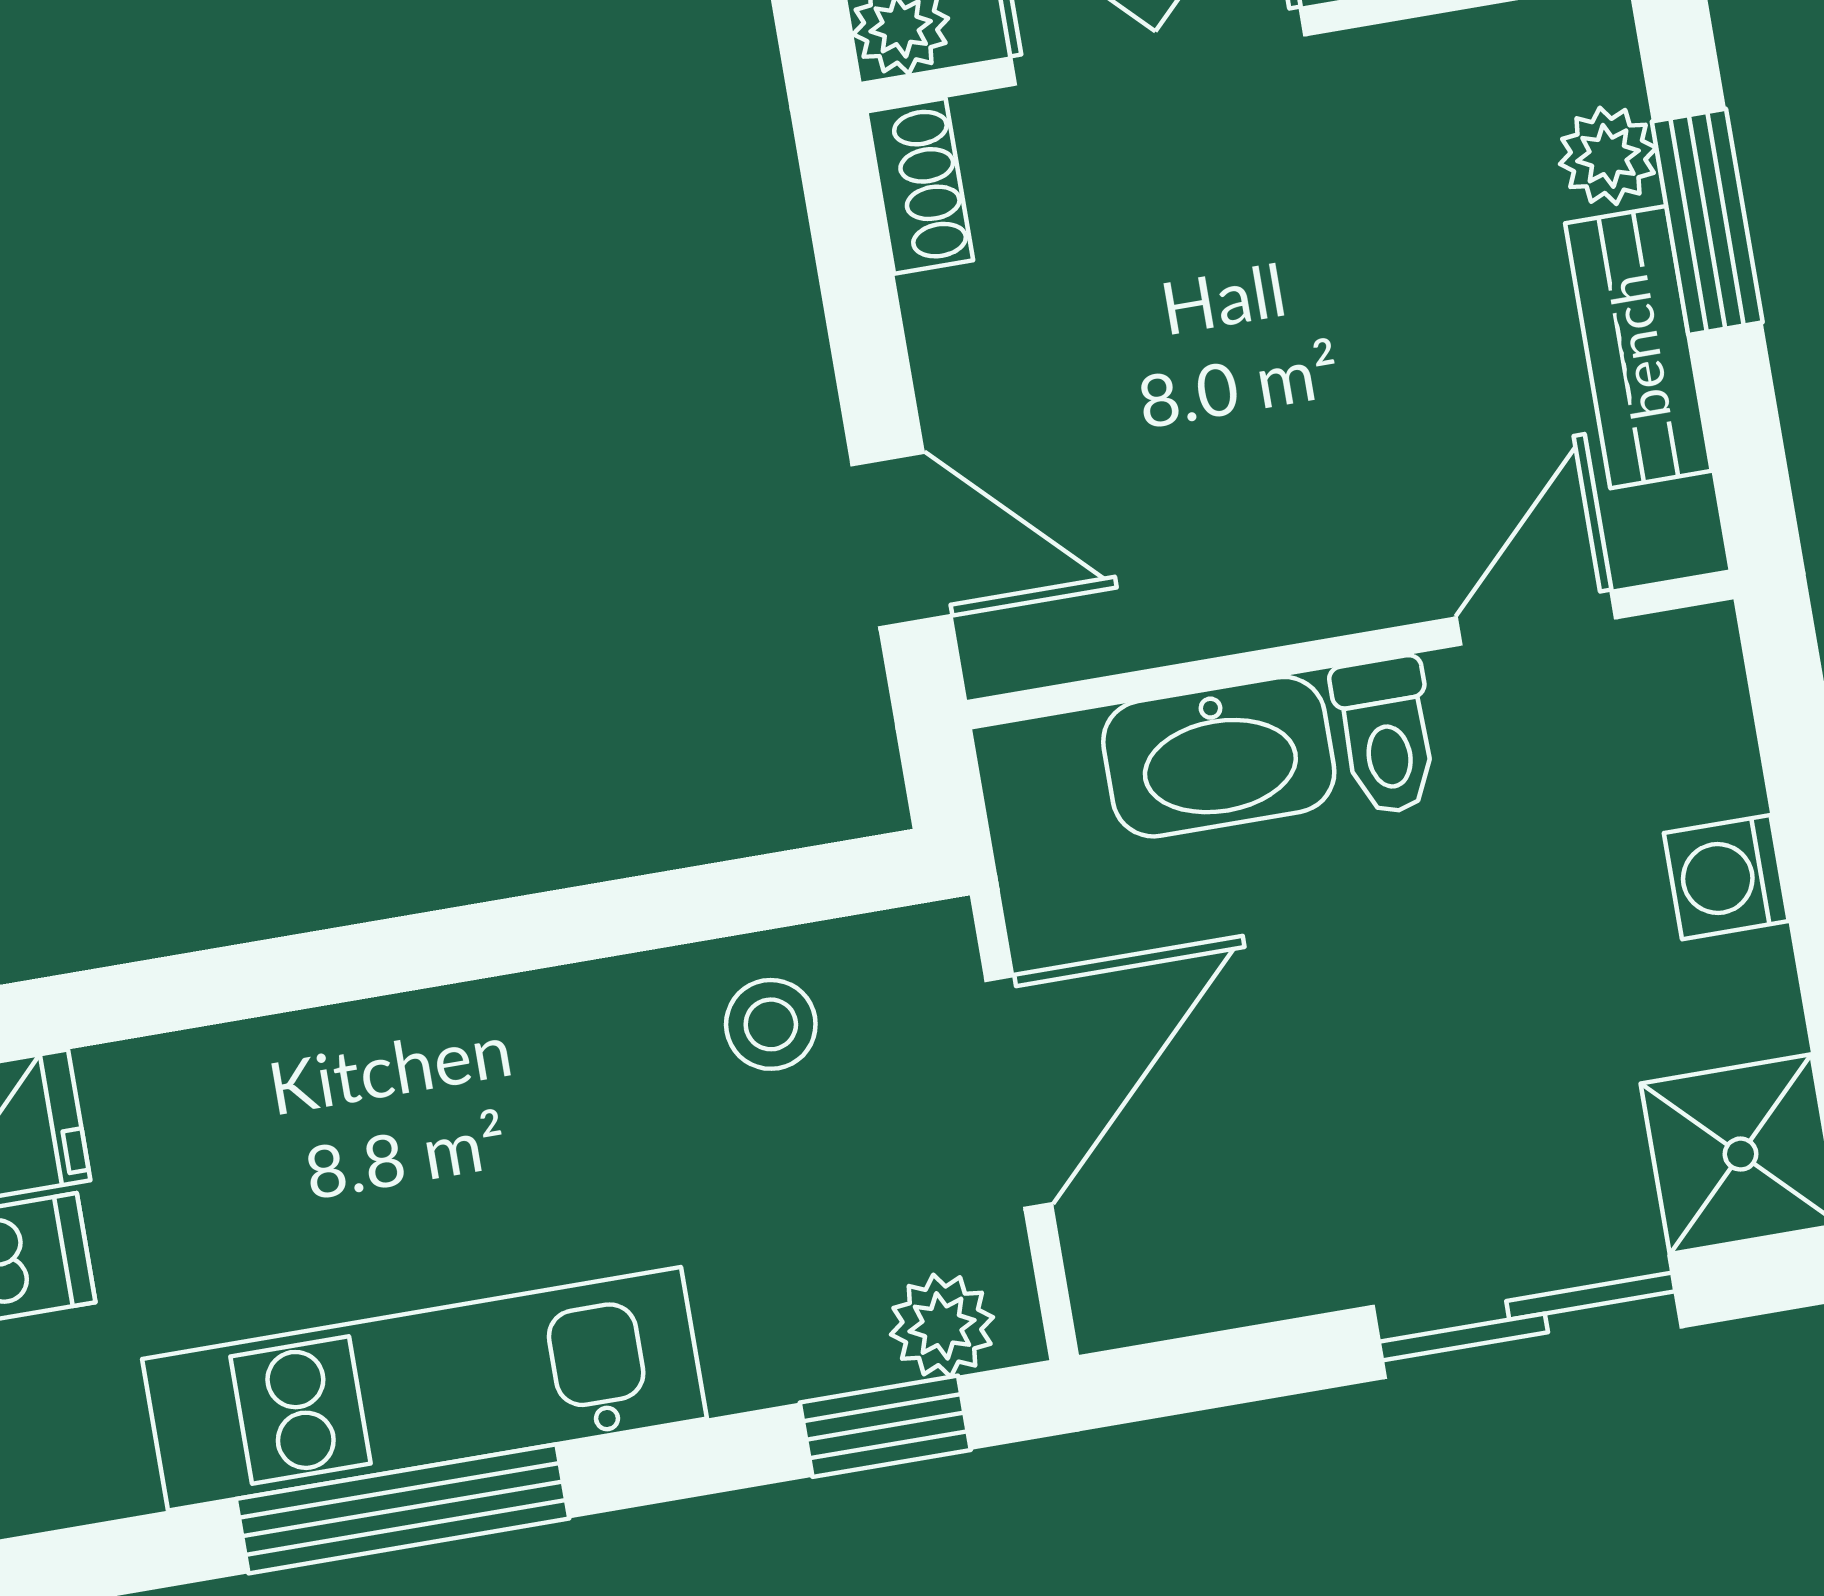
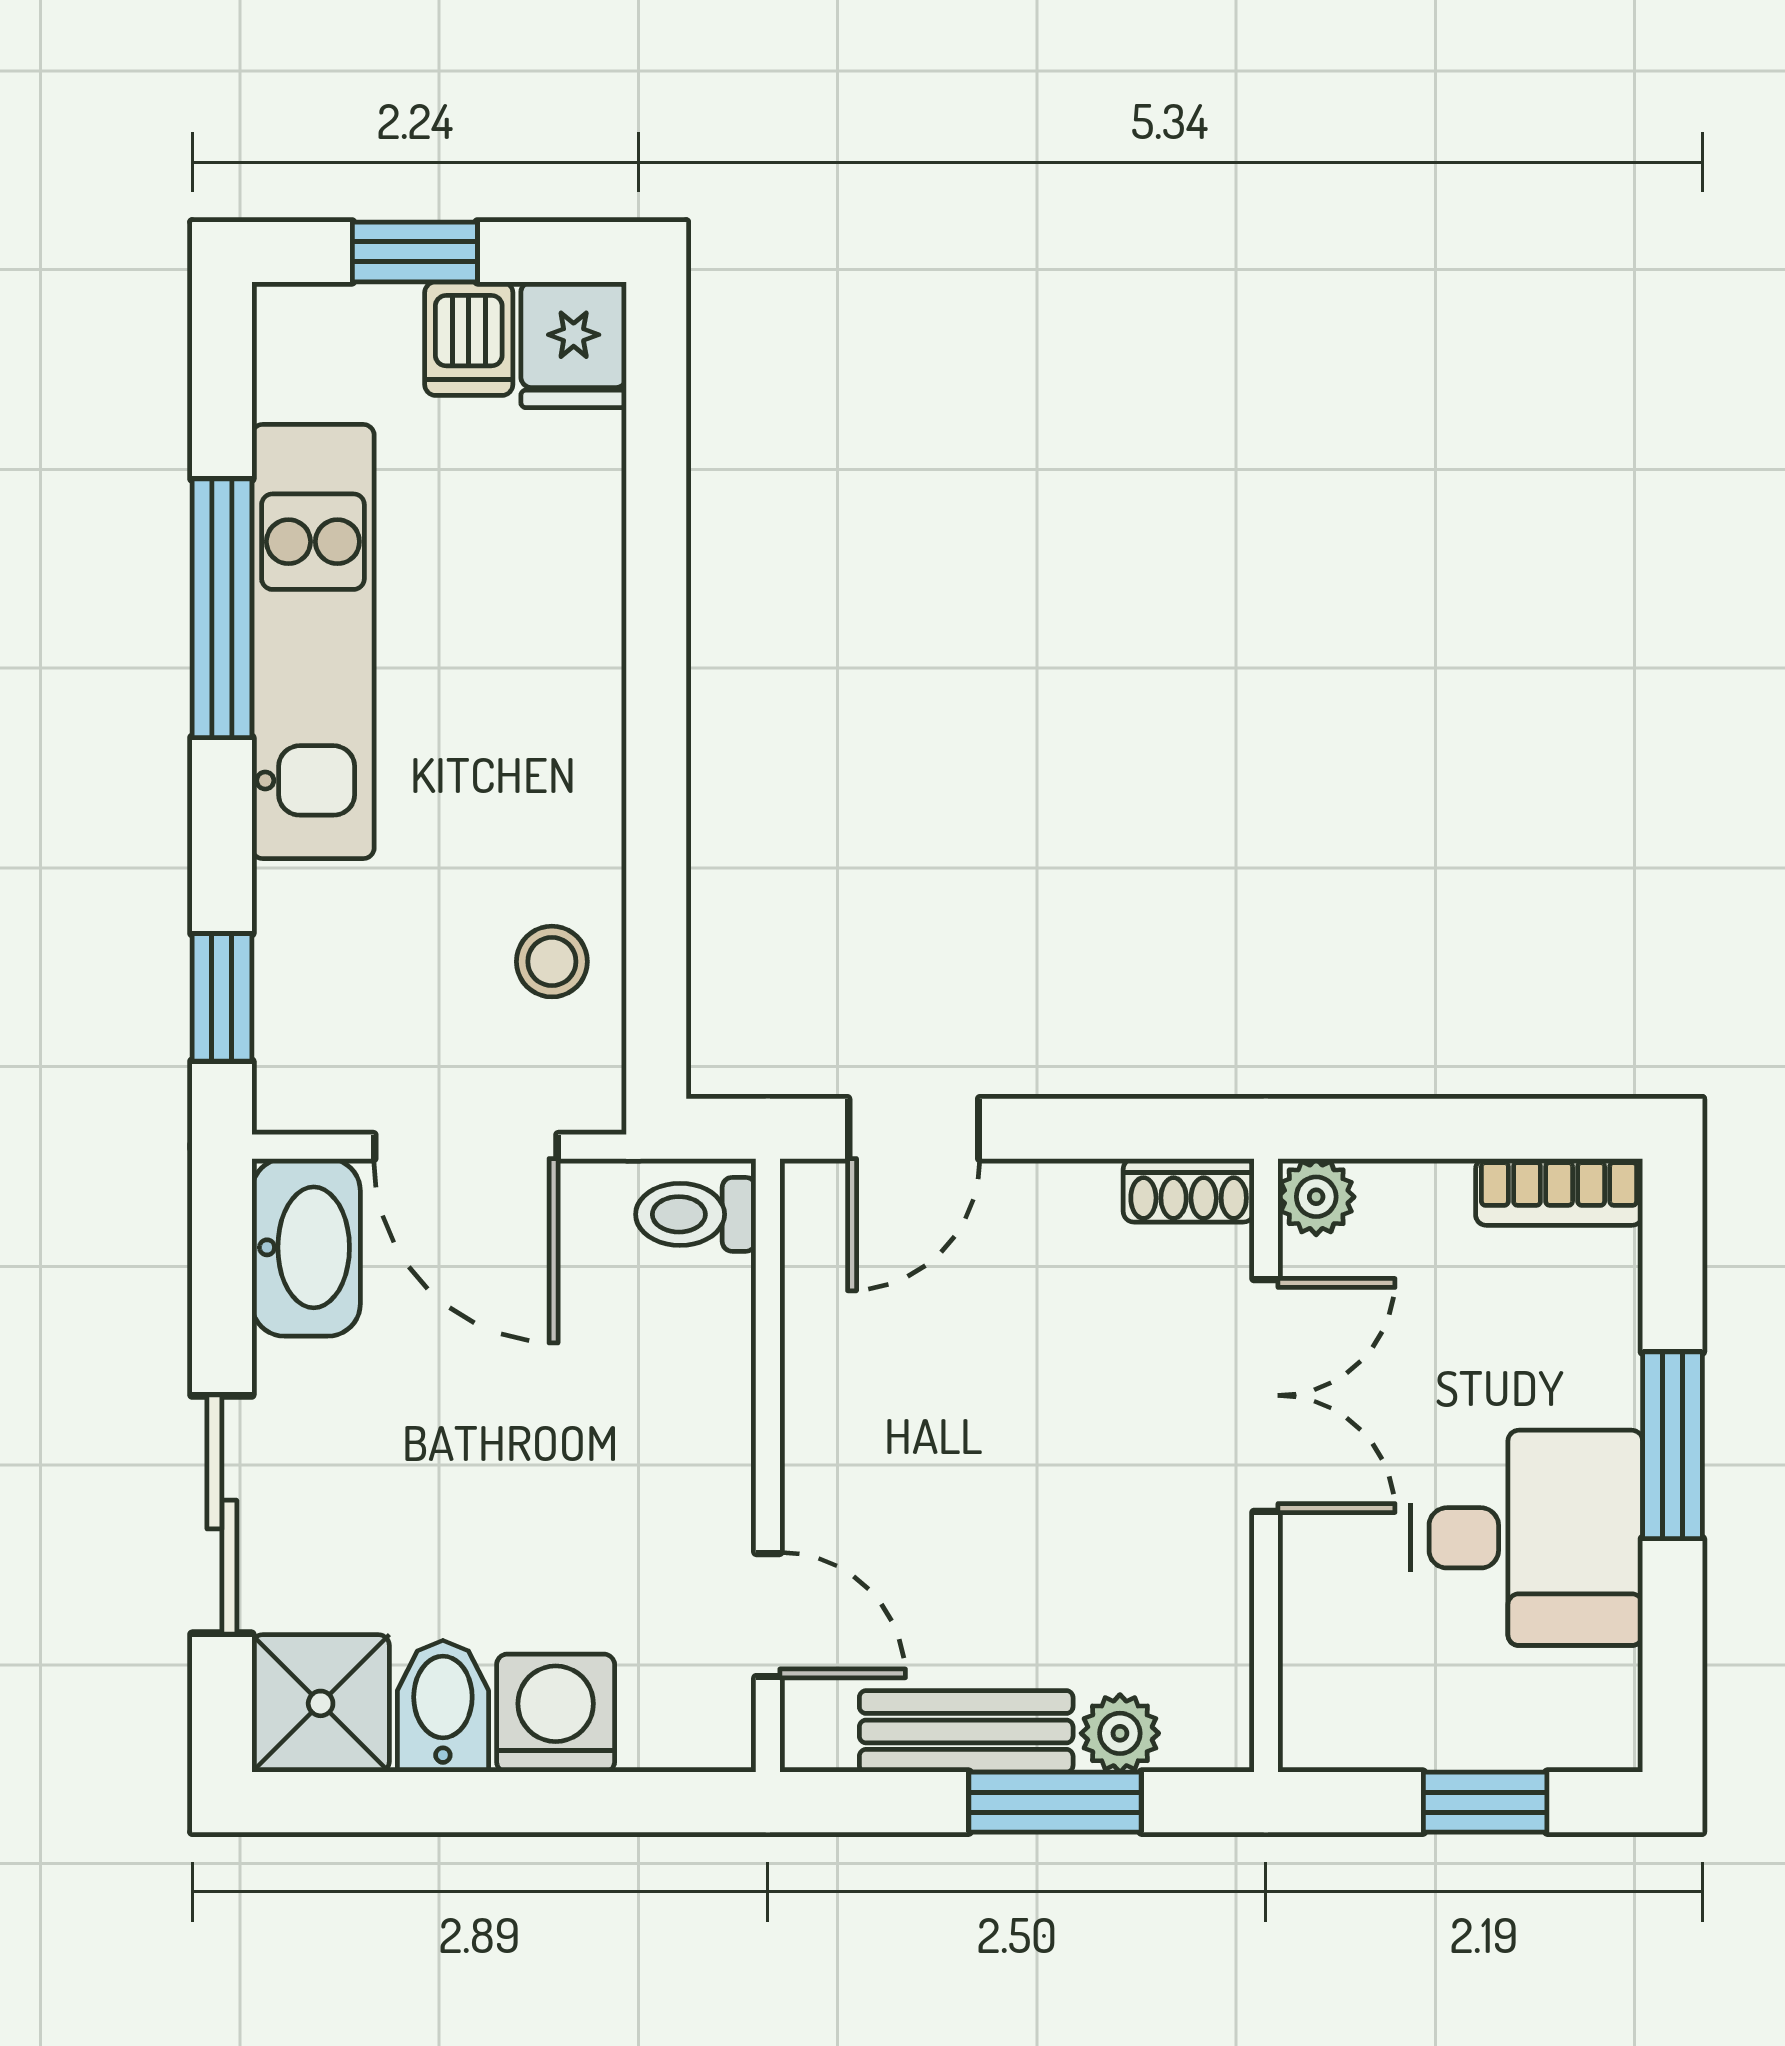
toilet: (1386, 736) -> (696, 1214), moved
washbasin: (1219, 757) -> (306, 1247), moved, turned 180
washing machine: (1726, 877) -> (556, 1713), width x1.38, depth x1.38
bidet: (1718, 1002) -> (443, 1706), added
plant: (942, 1326) -> (293, 1055), removed

